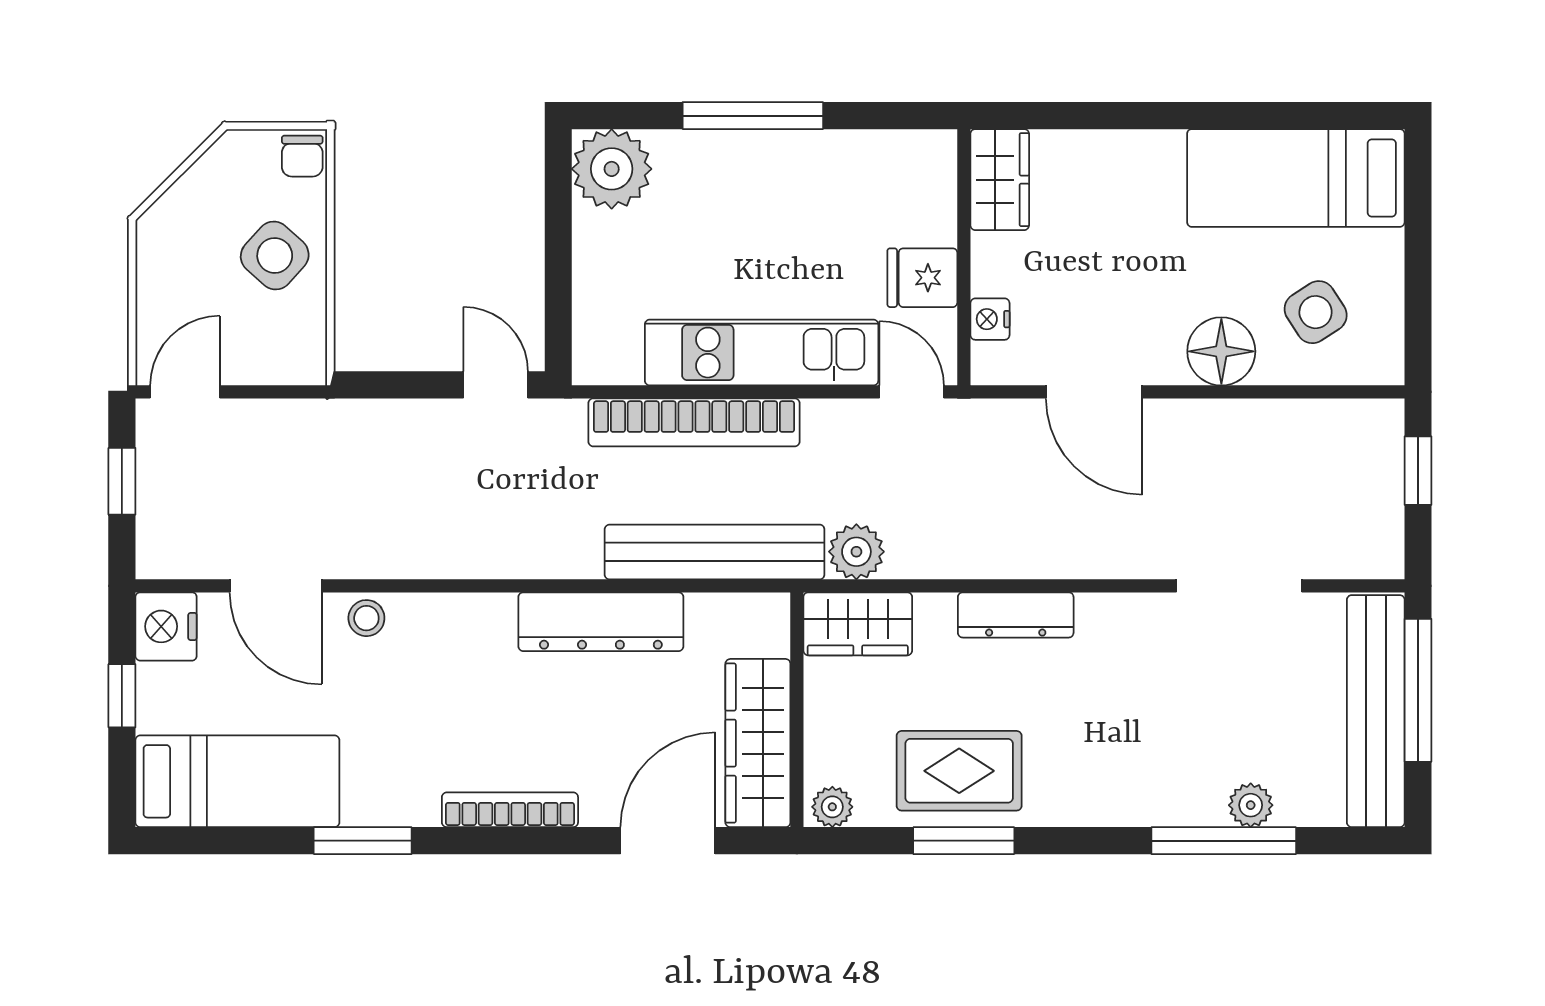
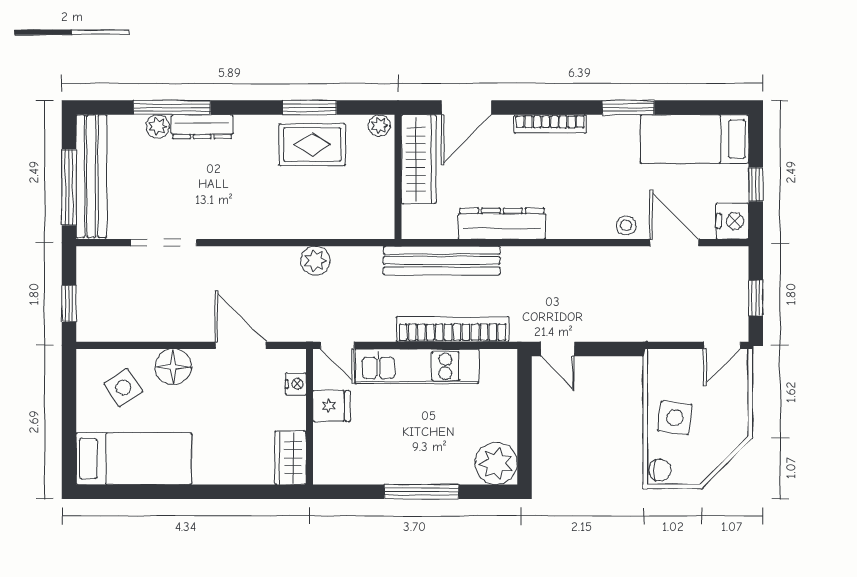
chair: (302, 156) -> (660, 470), turned 90
side table: (275, 255) -> (675, 418), turned -35
plant: (856, 552) -> (315, 261), moved
dresser: (1016, 615) -> (202, 127), moved, turned 180
wardrobe: (858, 624) -> (366, 222), removed

